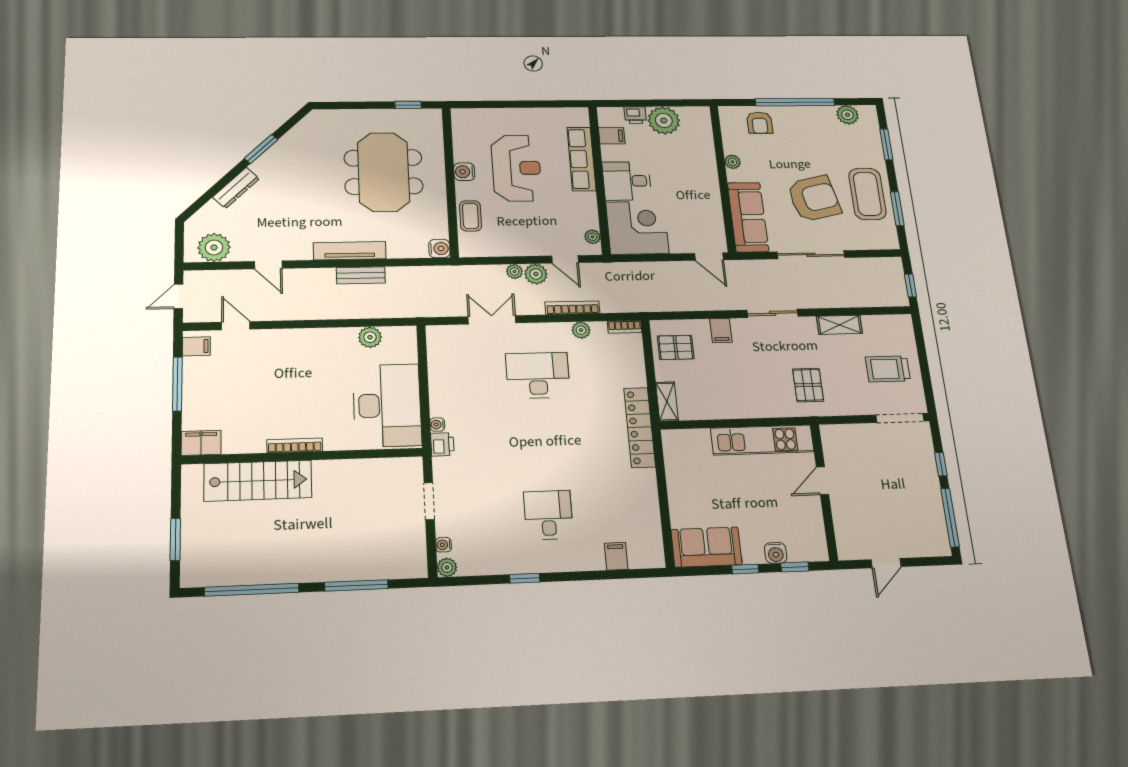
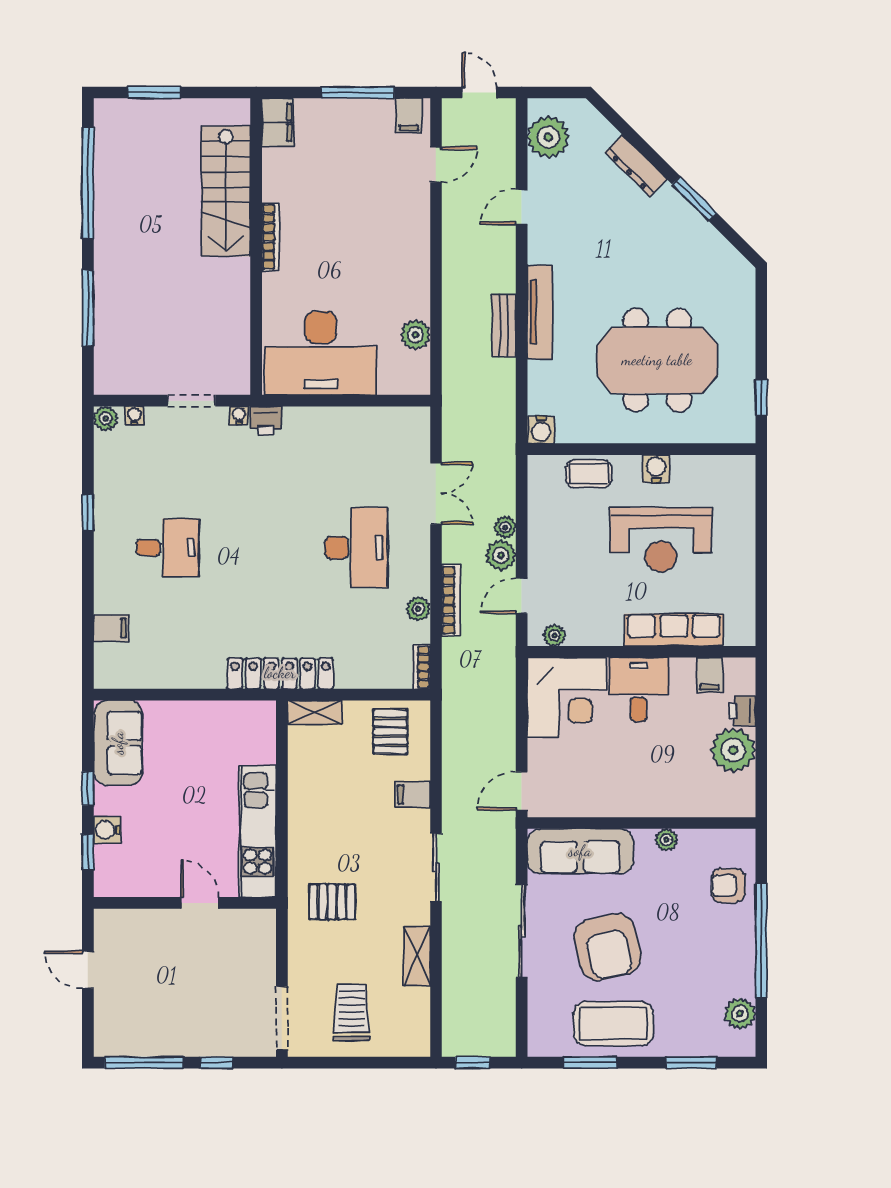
water cooler: (437, 425) -> (239, 415), moved

